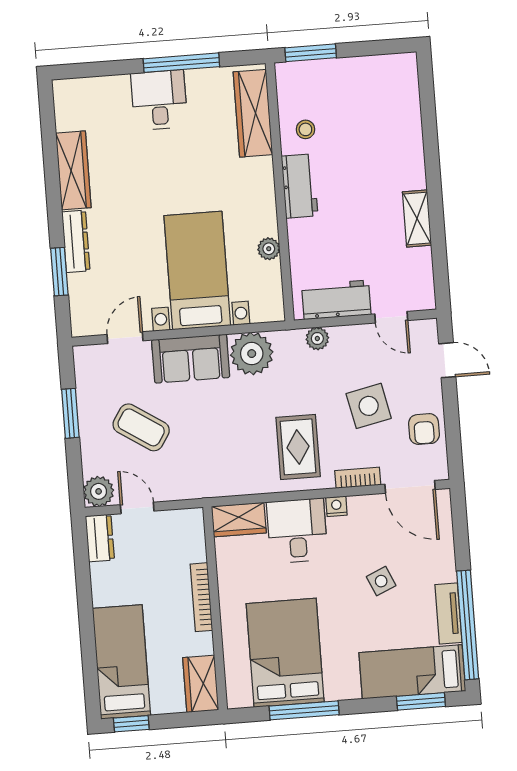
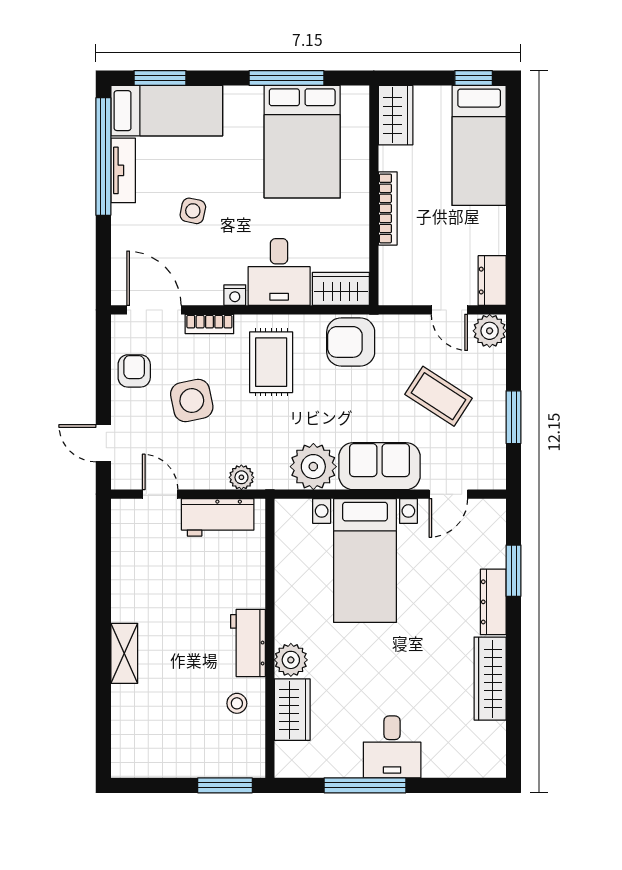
wardrobe: (253, 113) -> (292, 710), width x0.67
shelving: (417, 219) -> (124, 653), moved
plant: (269, 249) -> (291, 660), moved, width x1.38, depth x1.38
armchair: (226, 471) -> (351, 342), added
side table: (381, 581) -> (193, 211), turned 36

